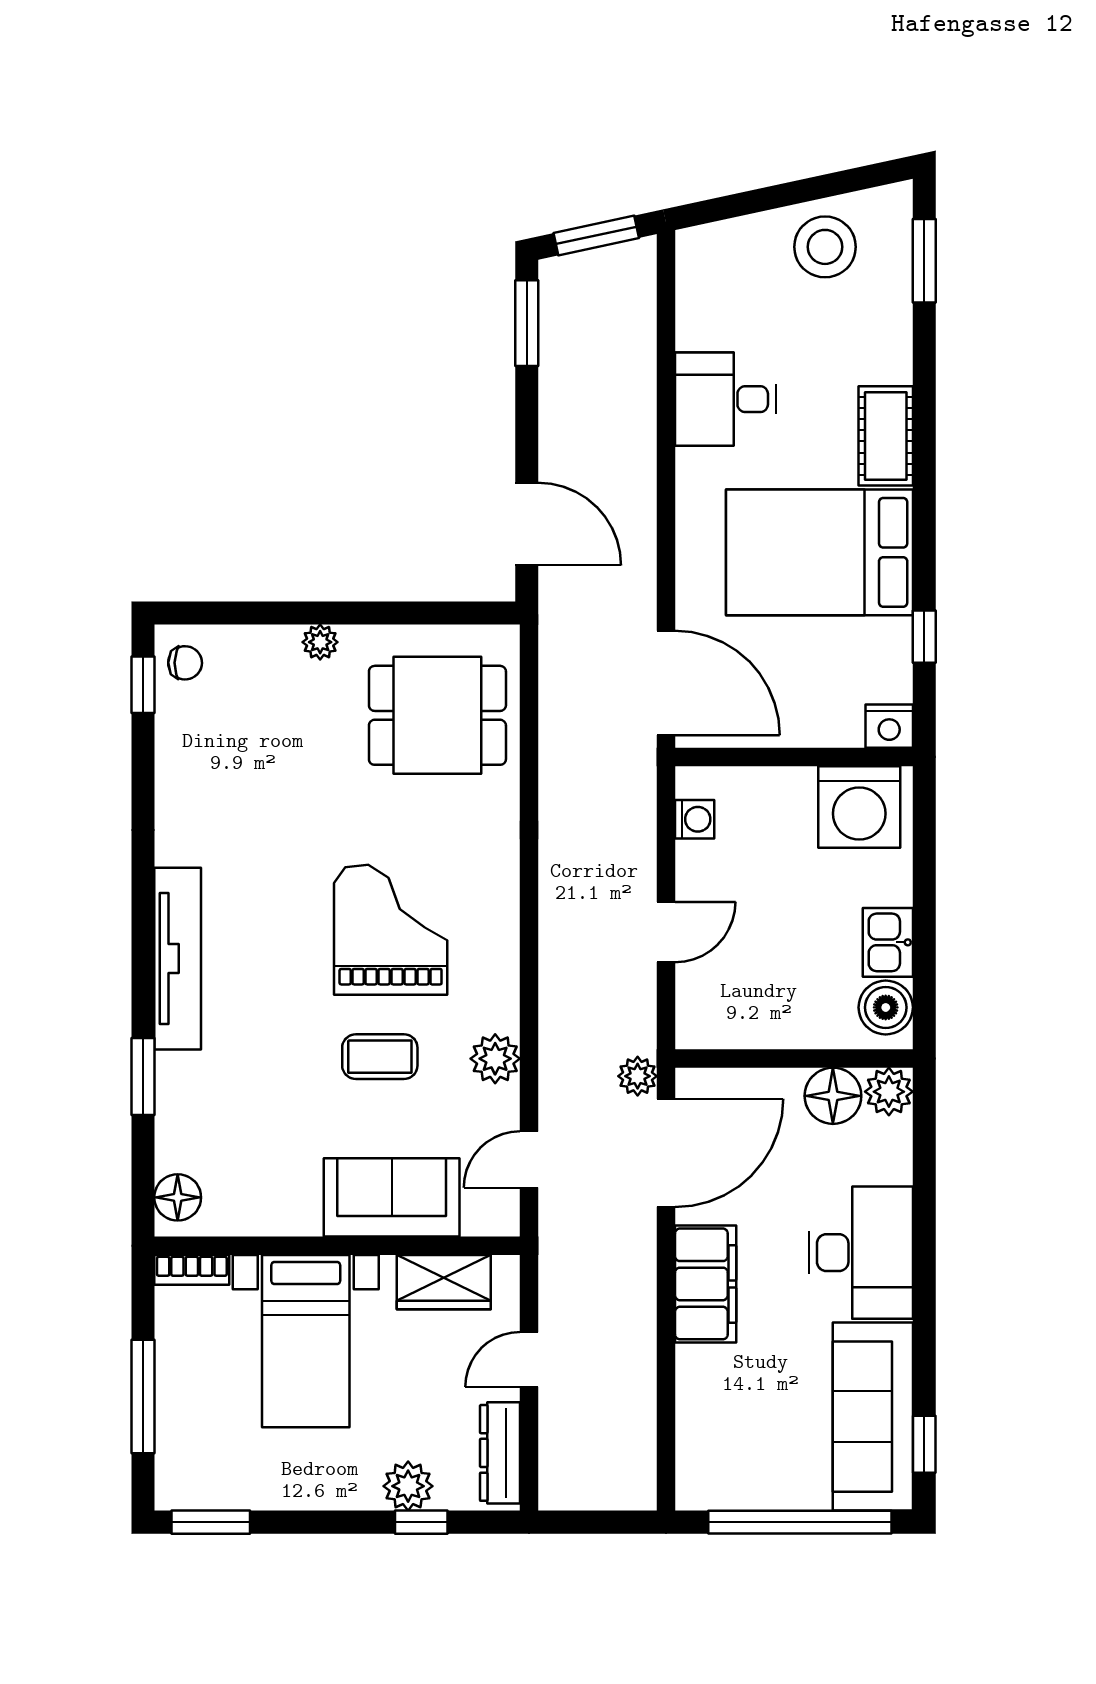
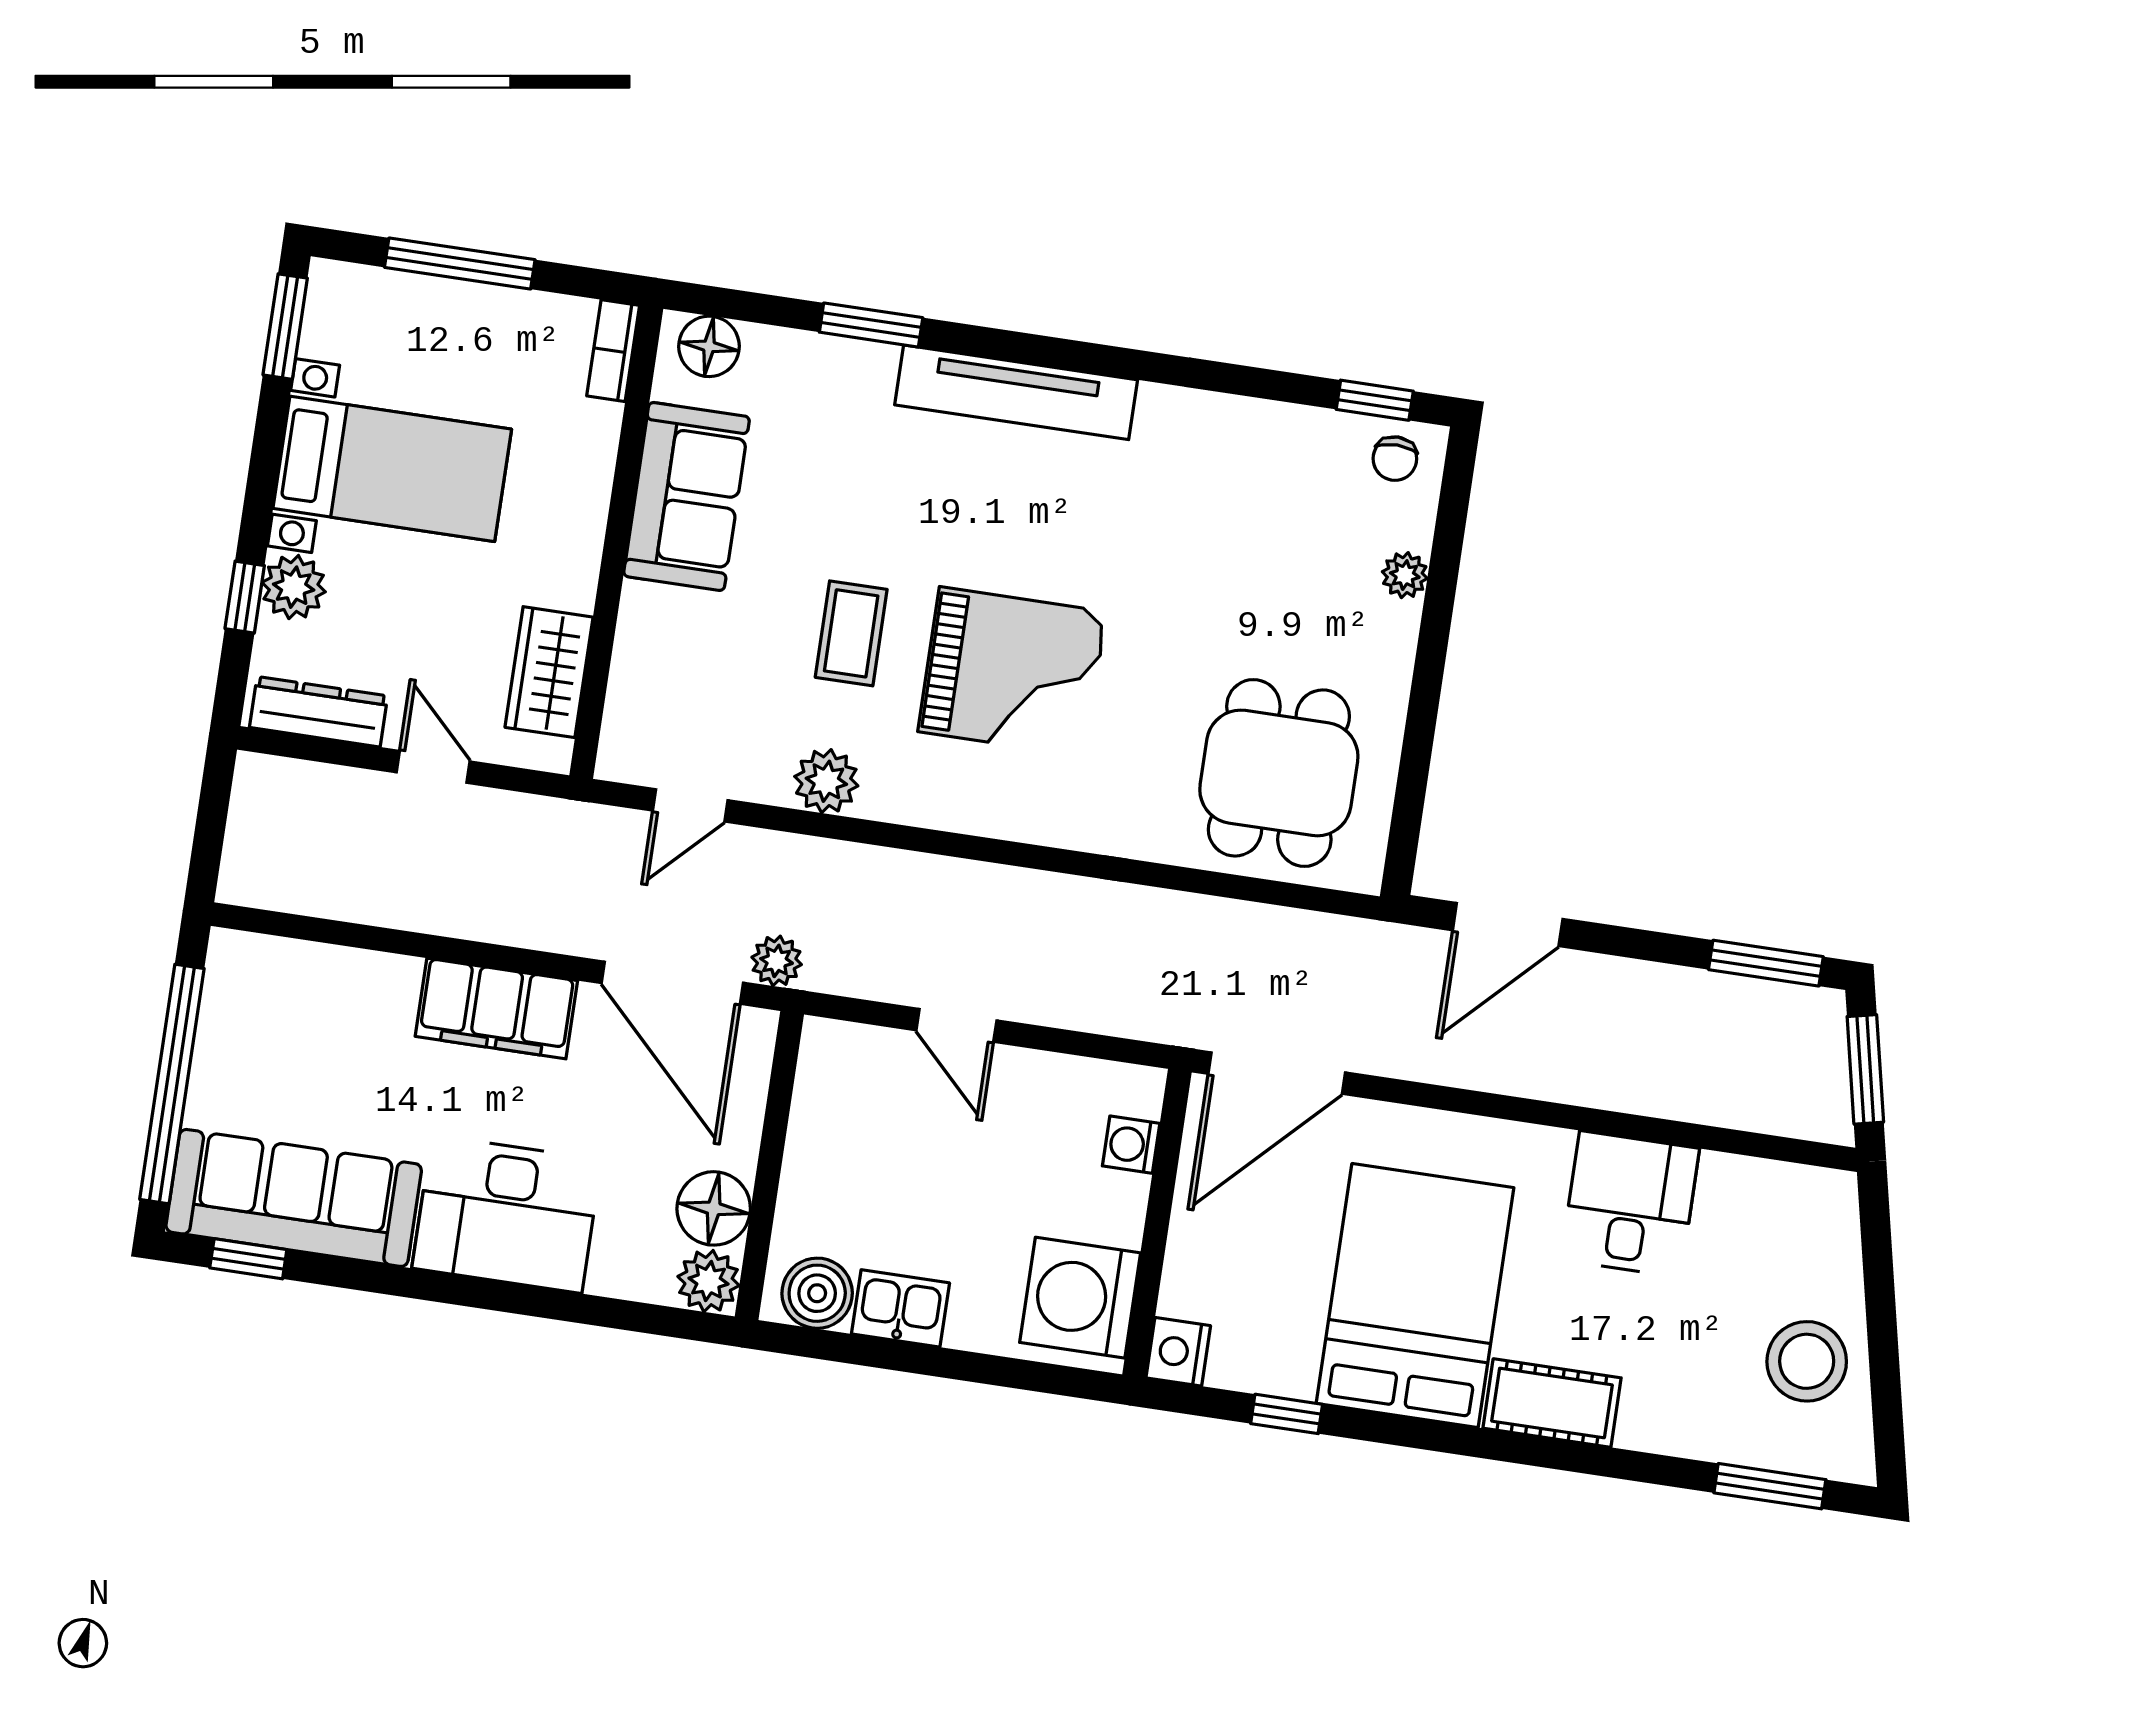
plant: (320, 642) -> (1405, 575), moved
washing machine: (695, 819) -> (1131, 1145), moved, turned 90
door: (529, 1159) -> (690, 805), swing flipped
sofa: (392, 1197) -> (687, 496), moved
bed with nightstands: (306, 1341) -> (392, 469), moved, turned 180

